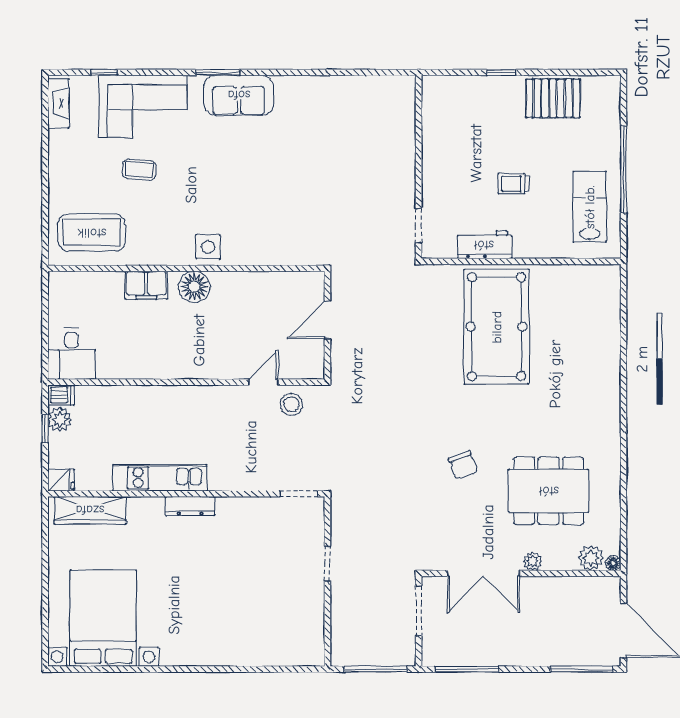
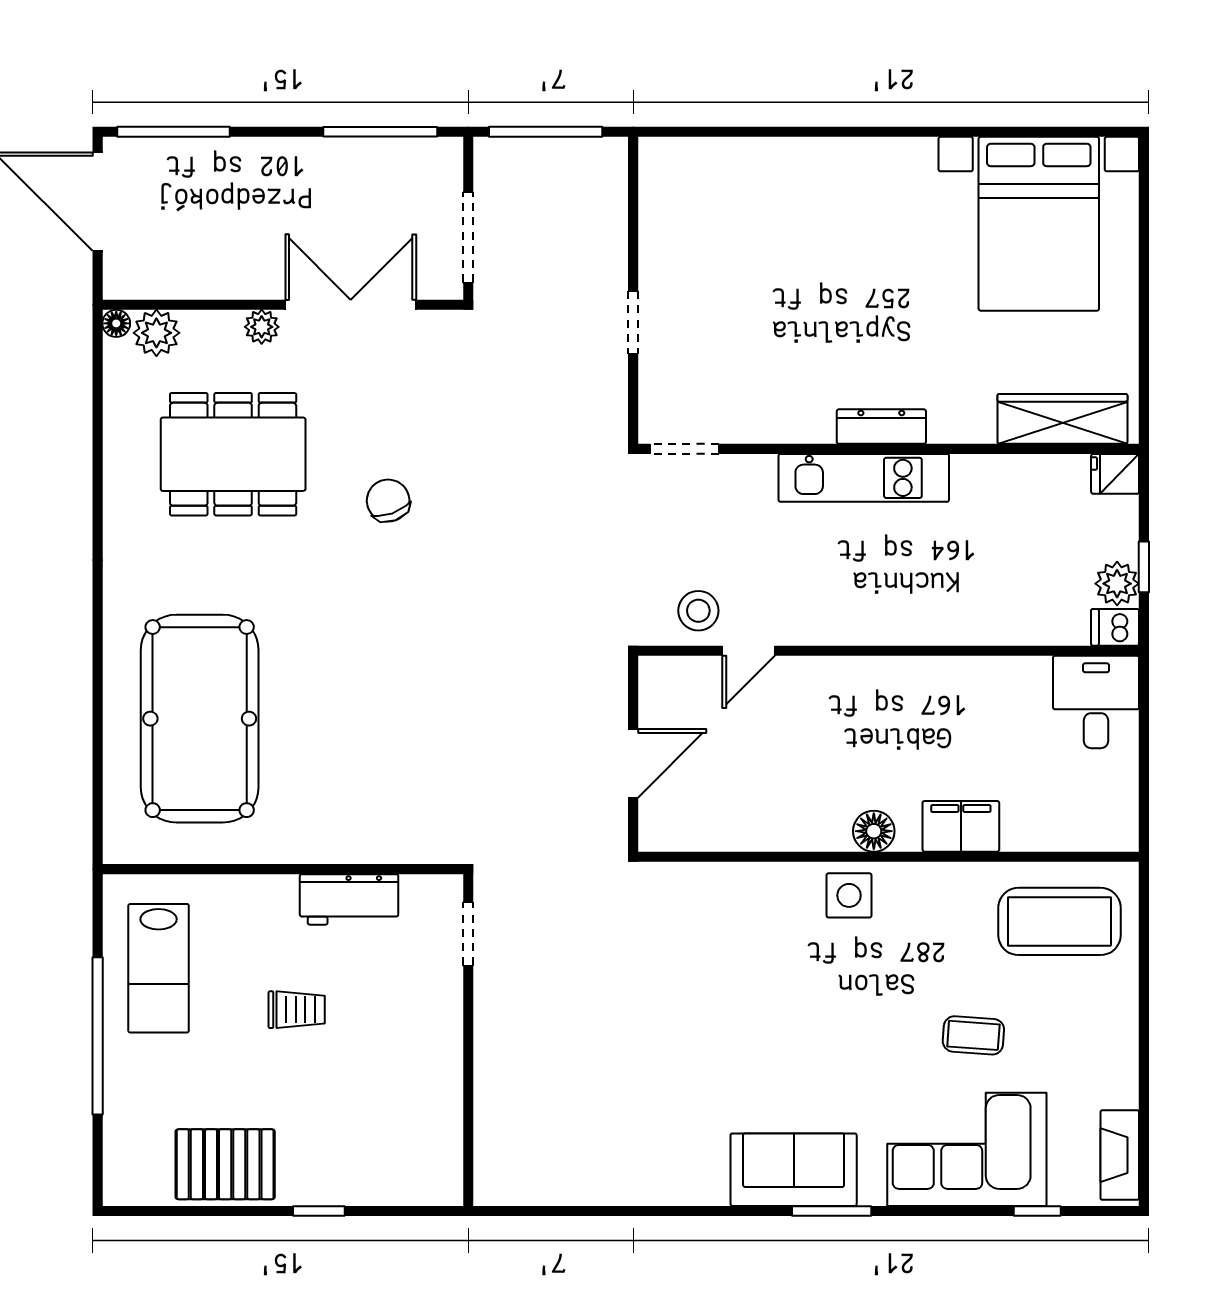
floor lamp: (194, 287) -> (874, 831), width x0.73, depth x0.73
pool table: (497, 327) -> (200, 719), moved
kitchen unit: (160, 478) -> (864, 478), moved

